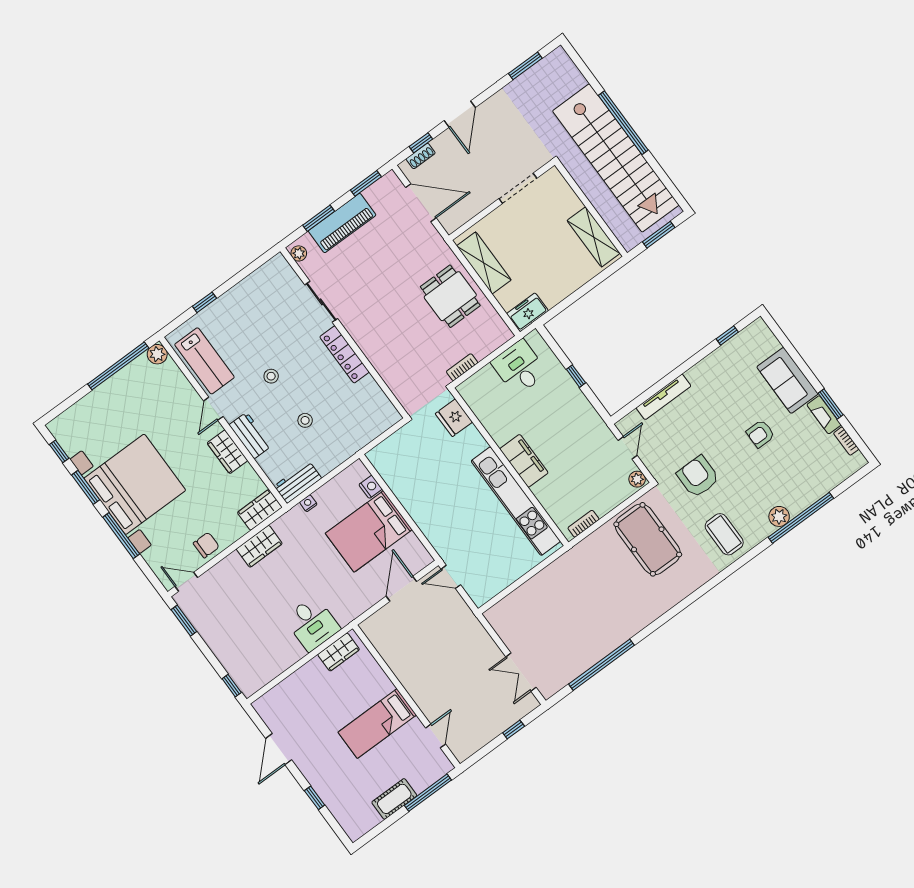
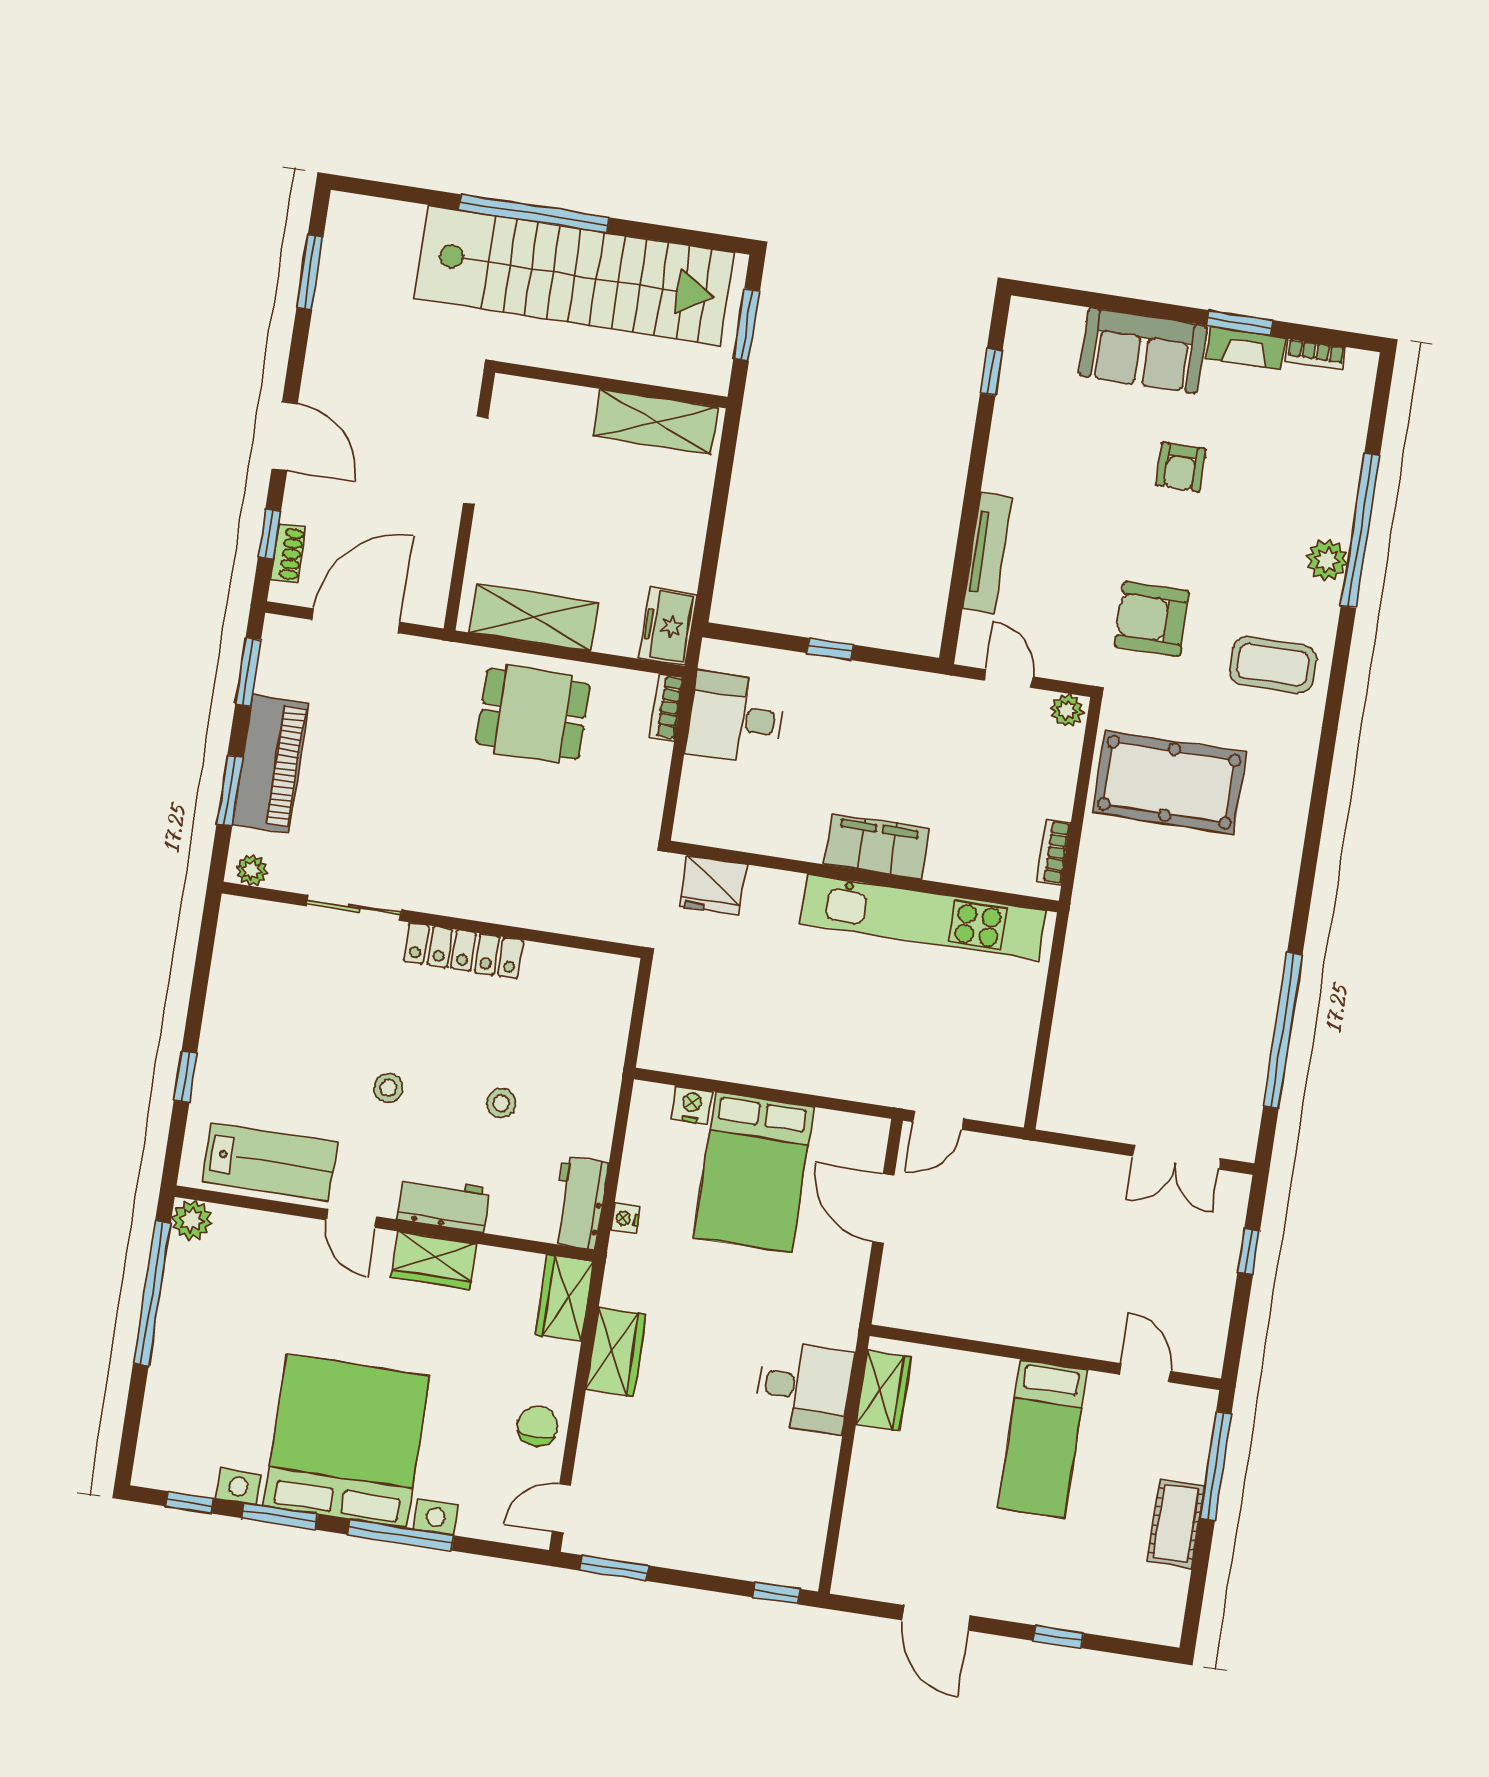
bookcase: (462, 367) -> (667, 707), moved

